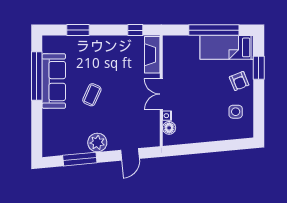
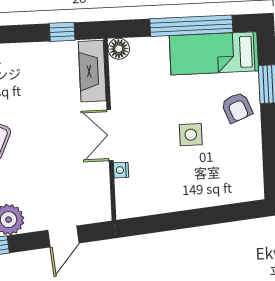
side table: (236, 112) -> (191, 135), moved
floor lamp: (169, 128) -> (119, 49), moved

